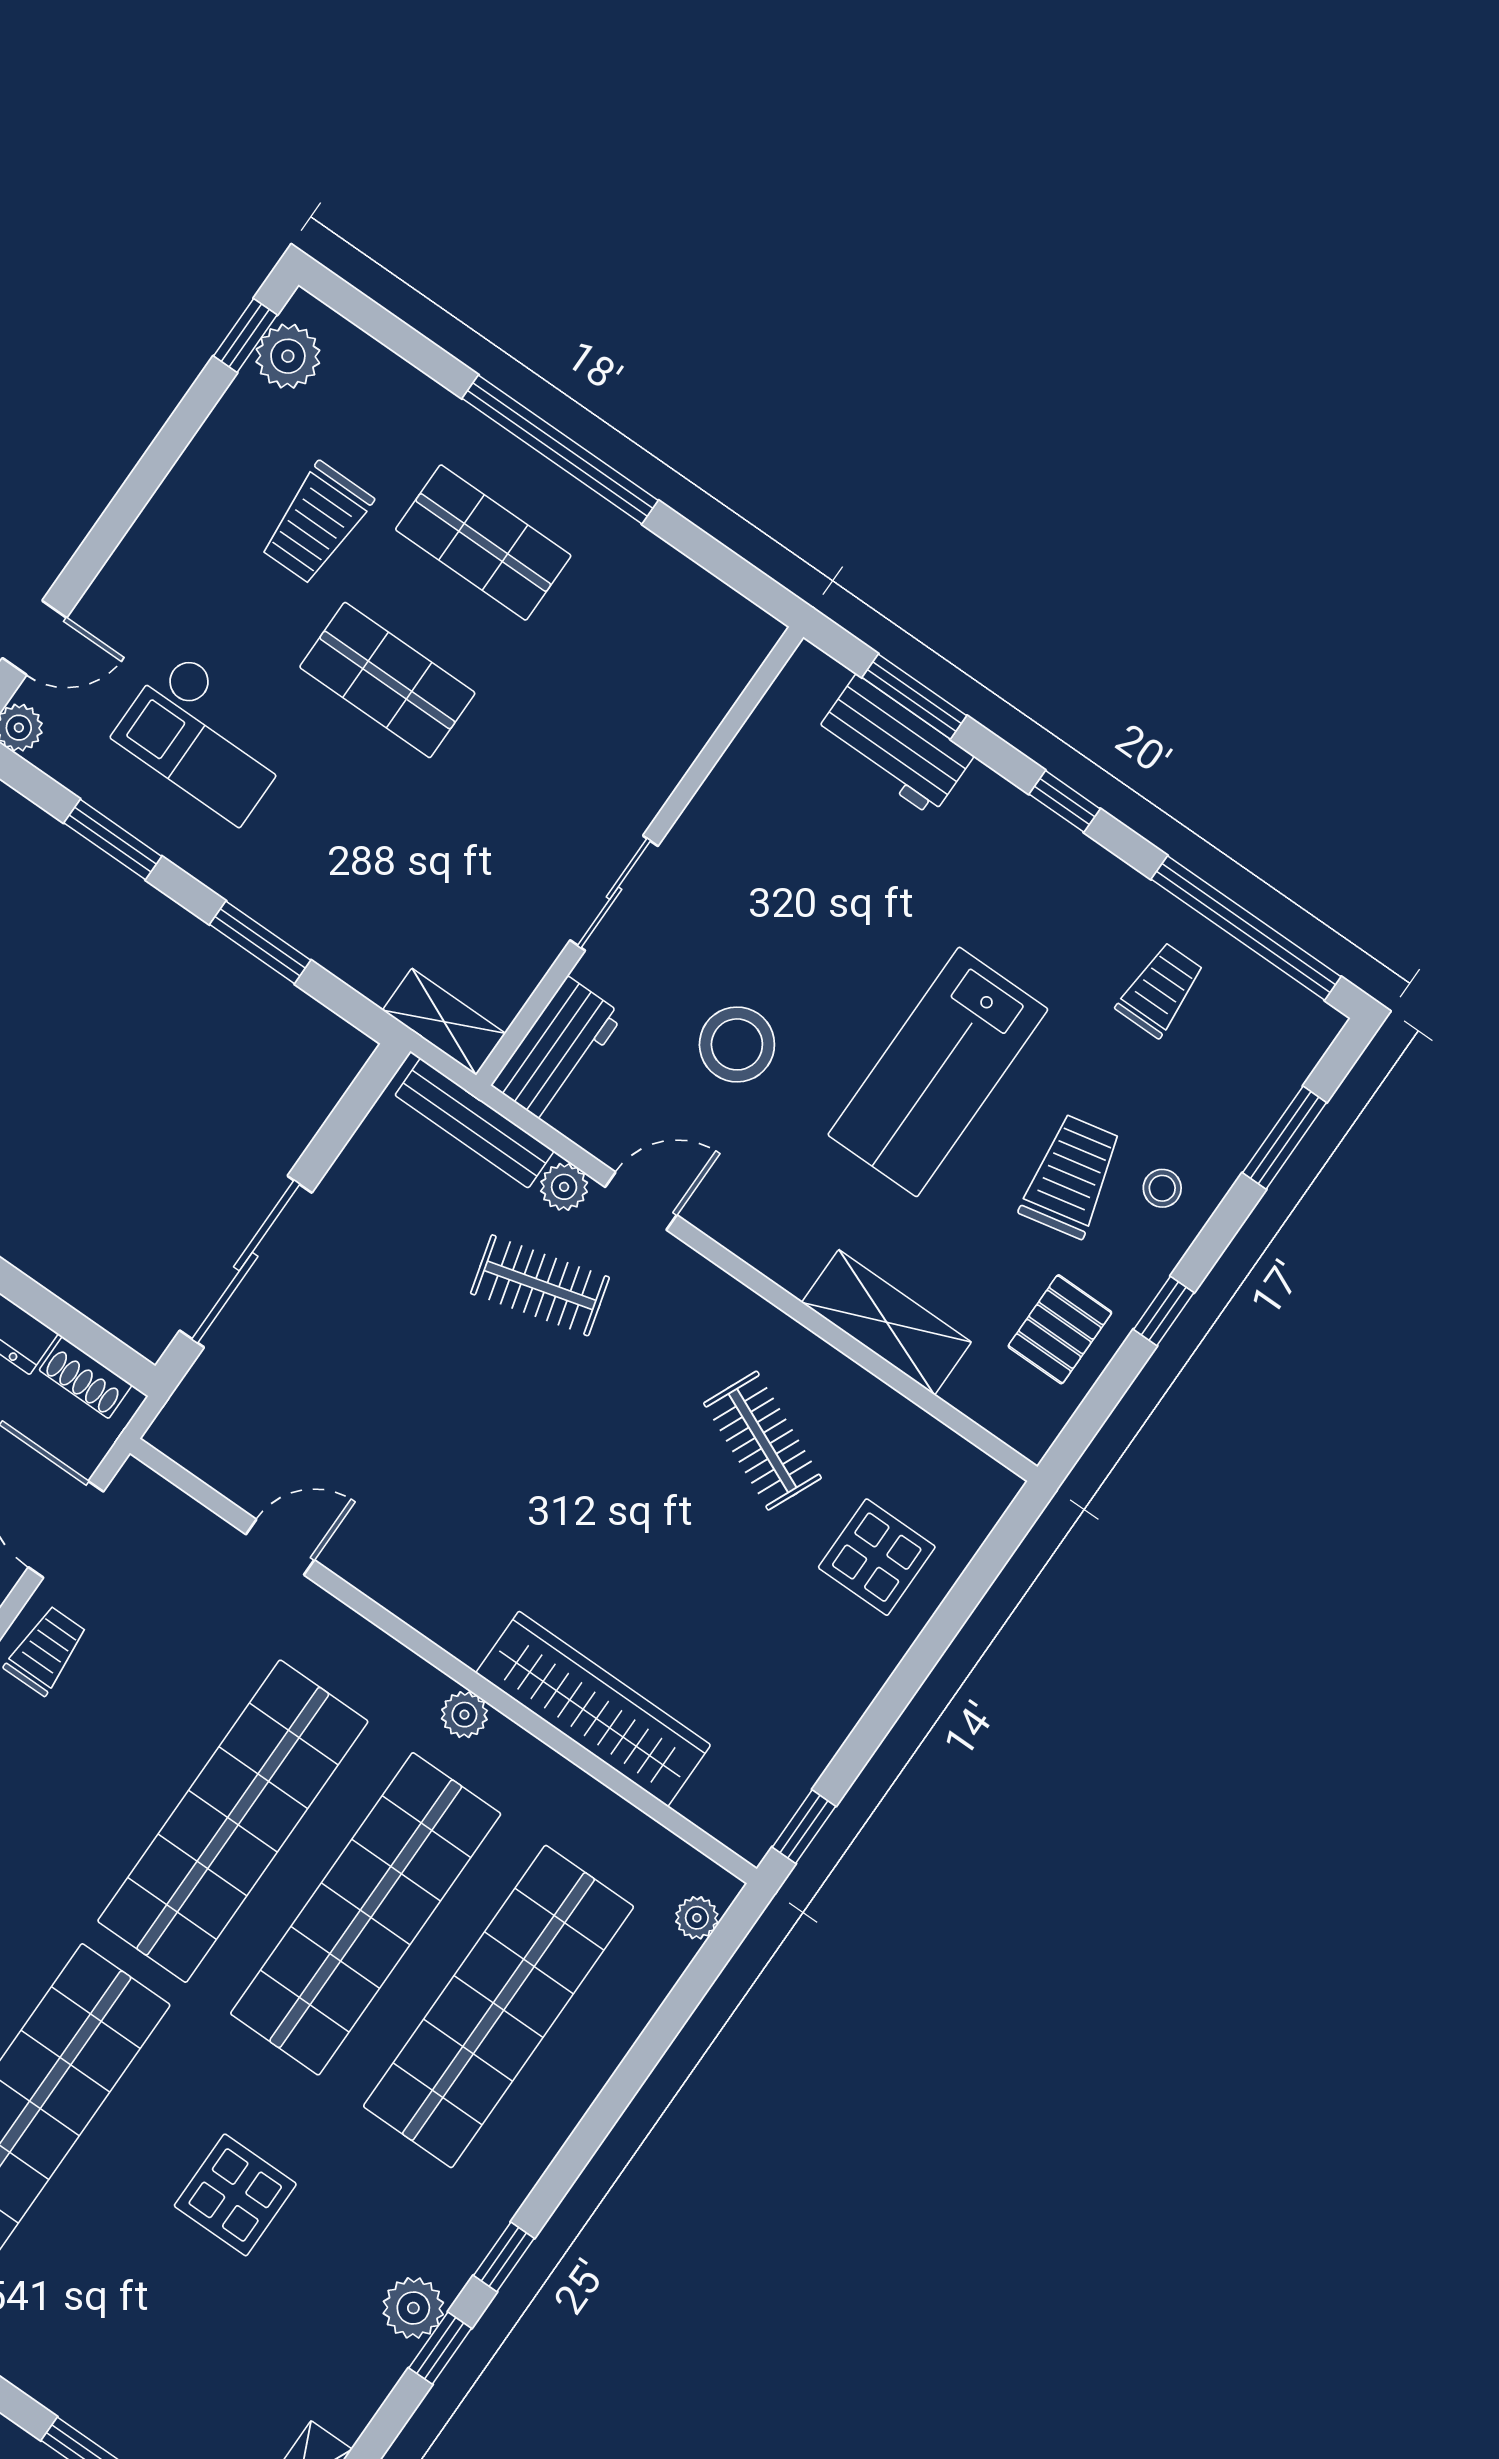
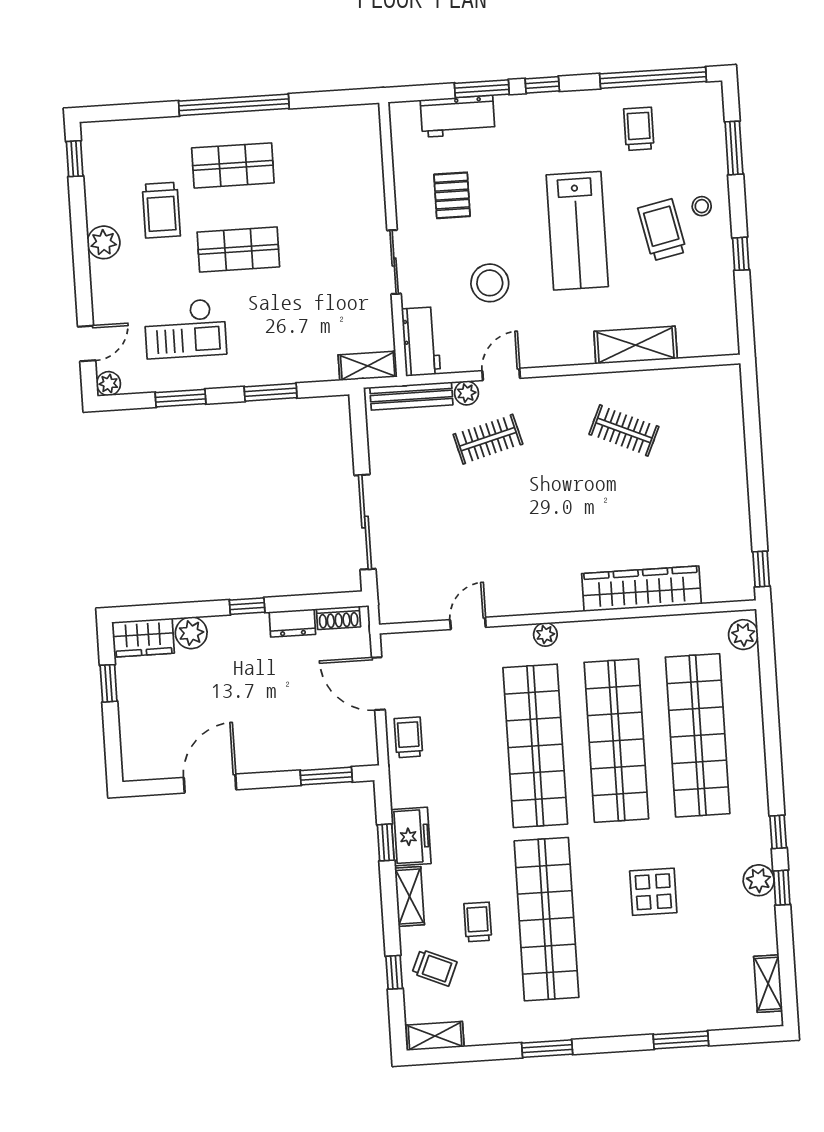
plant: (288, 356) -> (104, 242), moved
window: (914, 697) -> (482, 89), moved
pallet: (1060, 1329) -> (452, 195), moved
display table: (877, 1557) -> (705, 440), removed
plant: (464, 1715) -> (545, 634), moved
plant: (697, 1918) -> (743, 635), width x1.38, depth x1.38

